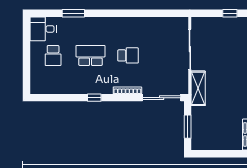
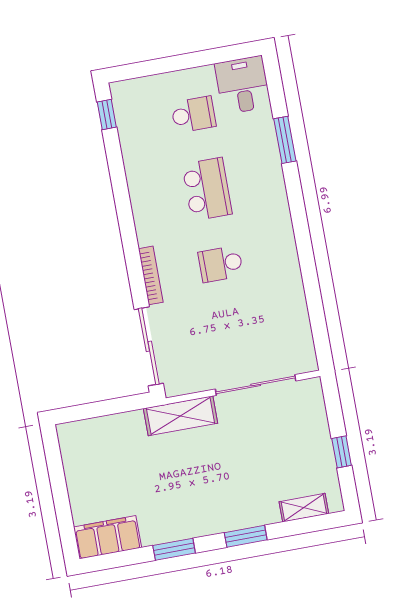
school desk: (53, 55) -> (193, 114), turned 180
school desk: (128, 55) -> (221, 264), turned 90
window: (94, 98) -> (107, 115), moved
window: (188, 127) -> (100, 409), removed

